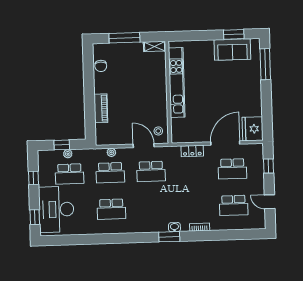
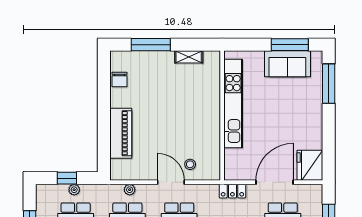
window: (234, 34) -> (290, 45), width x1.44
kitchen unit: (177, 83) -> (233, 104), moved
wall: (168, 92) -> (222, 116), moved
piano: (101, 108) -> (121, 133), width x1.37, depth x1.33

